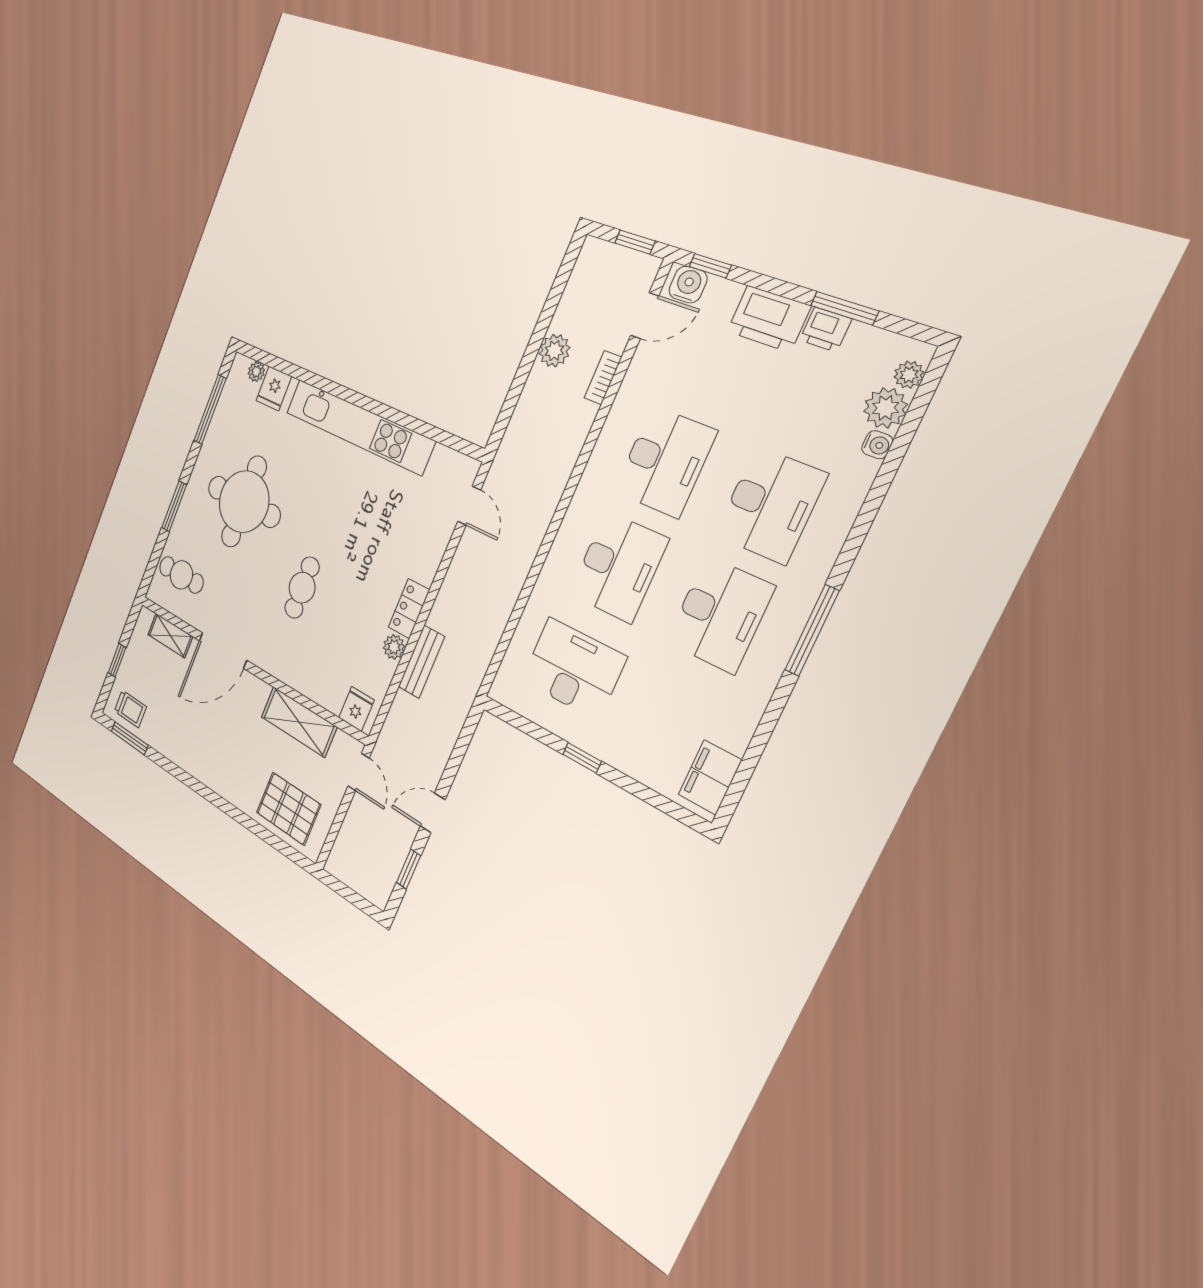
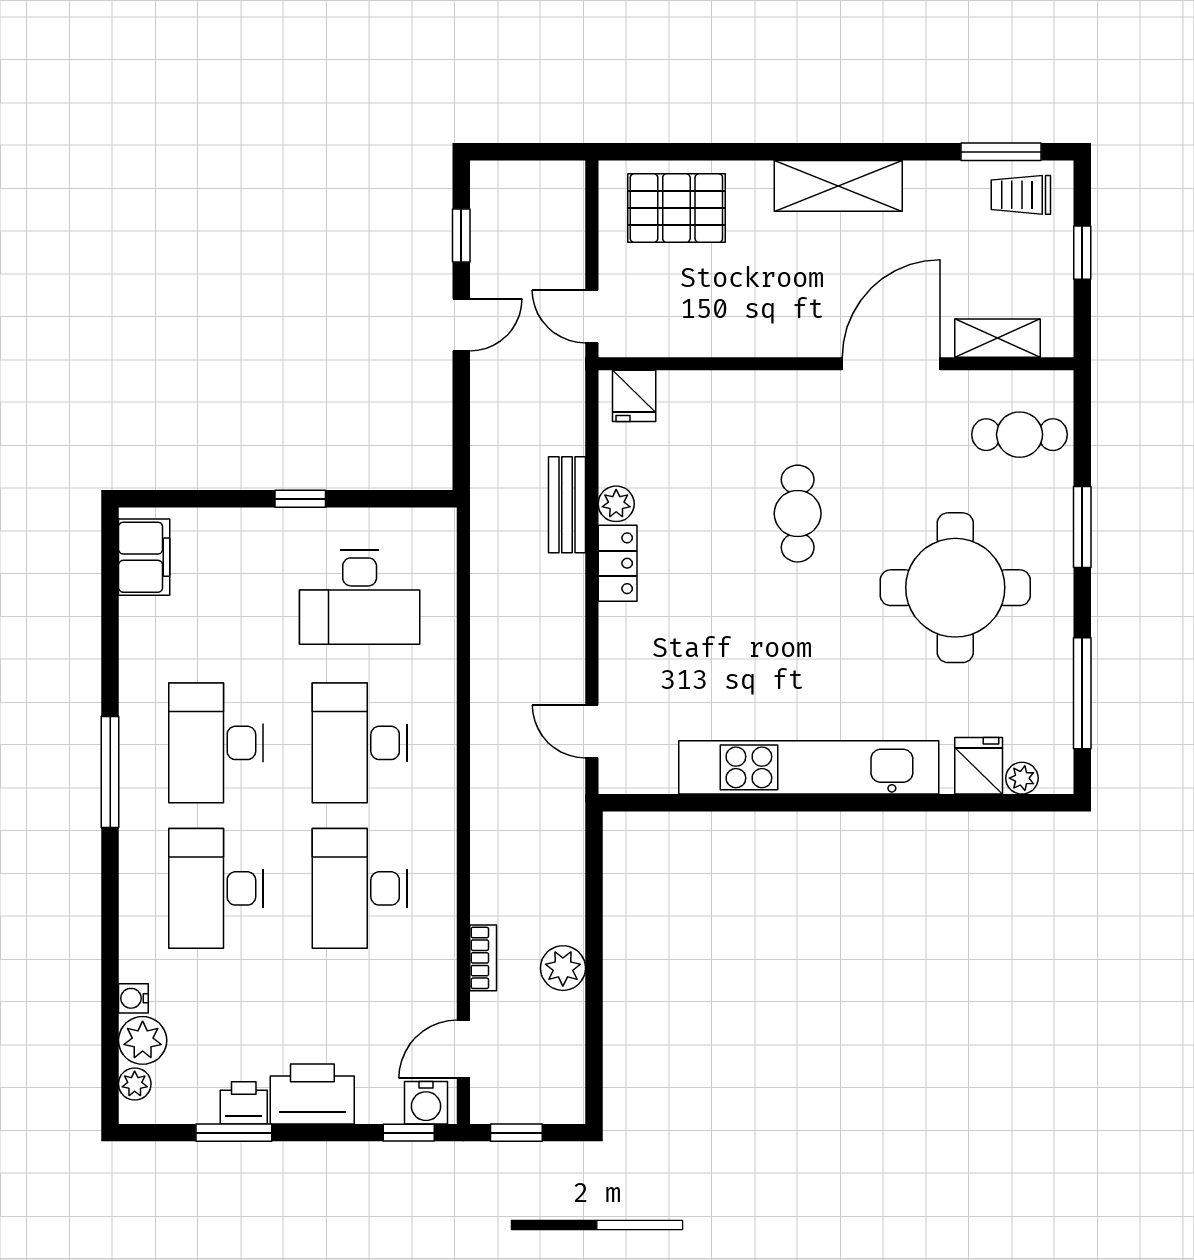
shelving: (299, 722) -> (838, 186), moved

